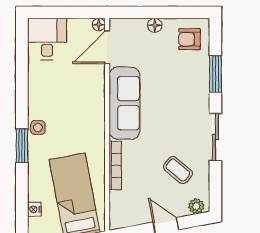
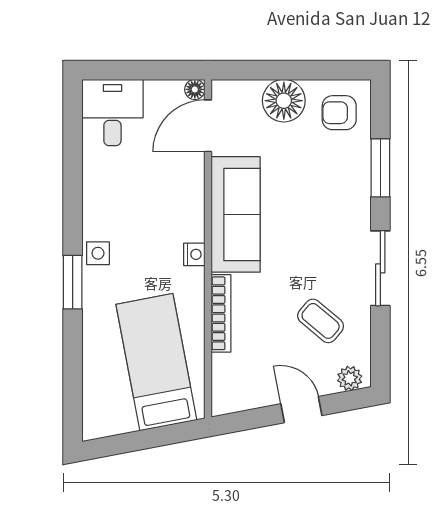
floor lamp: (155, 25) -> (284, 101), width x1.89, depth x1.89
nightstand: (34, 209) -> (194, 254), moved, turned 180

